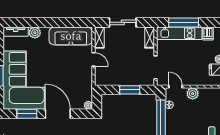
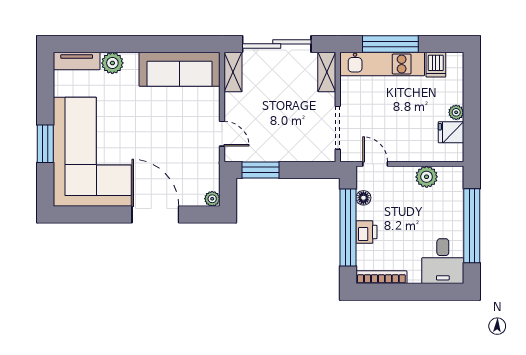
sliding door: (123, 22) -> (277, 44), width x1.37
door: (93, 59) -> (222, 134), moved
window: (130, 90) -> (261, 170), moved
plant: (193, 94) -> (427, 177), moved
window: (27, 114) -> (98, 215), removed
printer: (171, 123) -> (366, 232), added

